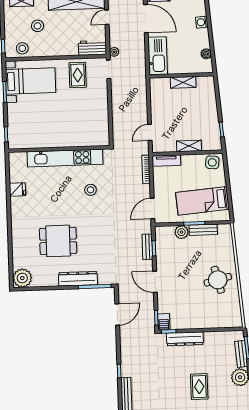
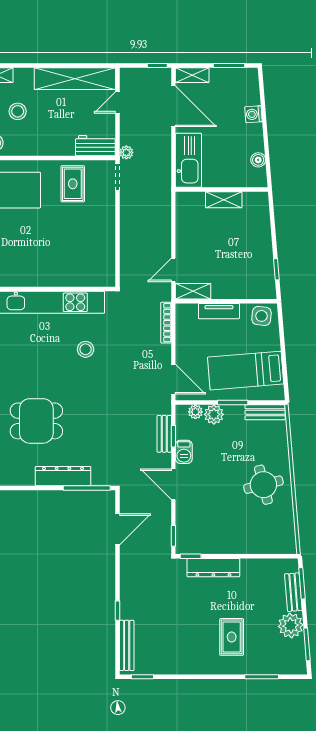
shelving: (189, 146) -> (193, 291), moved
tv unit: (166, 161) -> (219, 311), moved
door: (152, 209) -> (173, 379), swing flipped
bench: (203, 230) -> (265, 412), moved
plant: (169, 231) -> (195, 412), added
barbecue: (164, 322) -> (184, 452), moved

